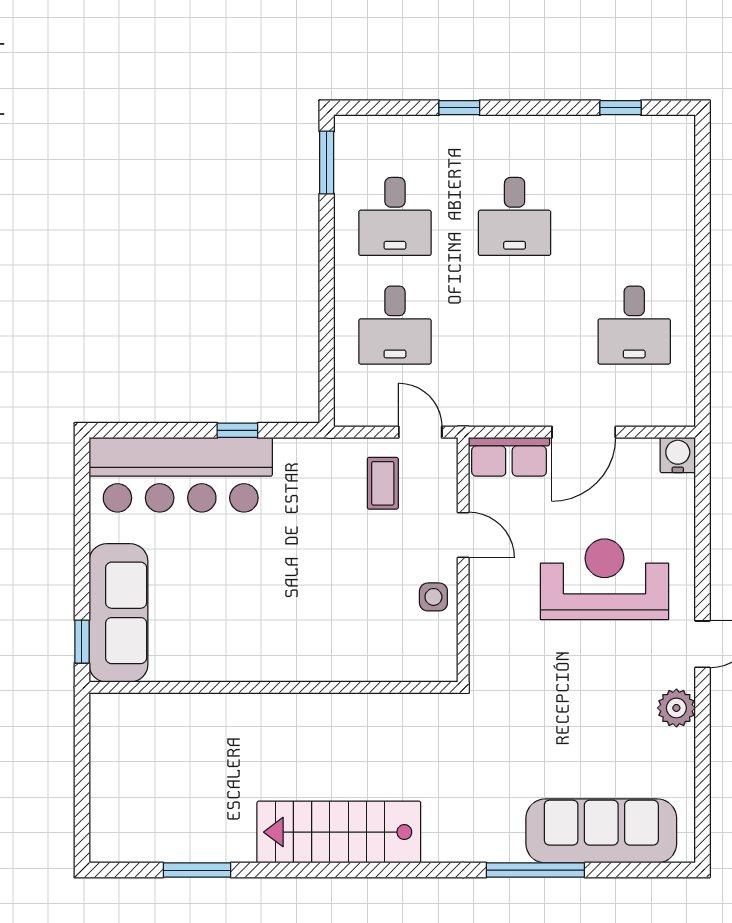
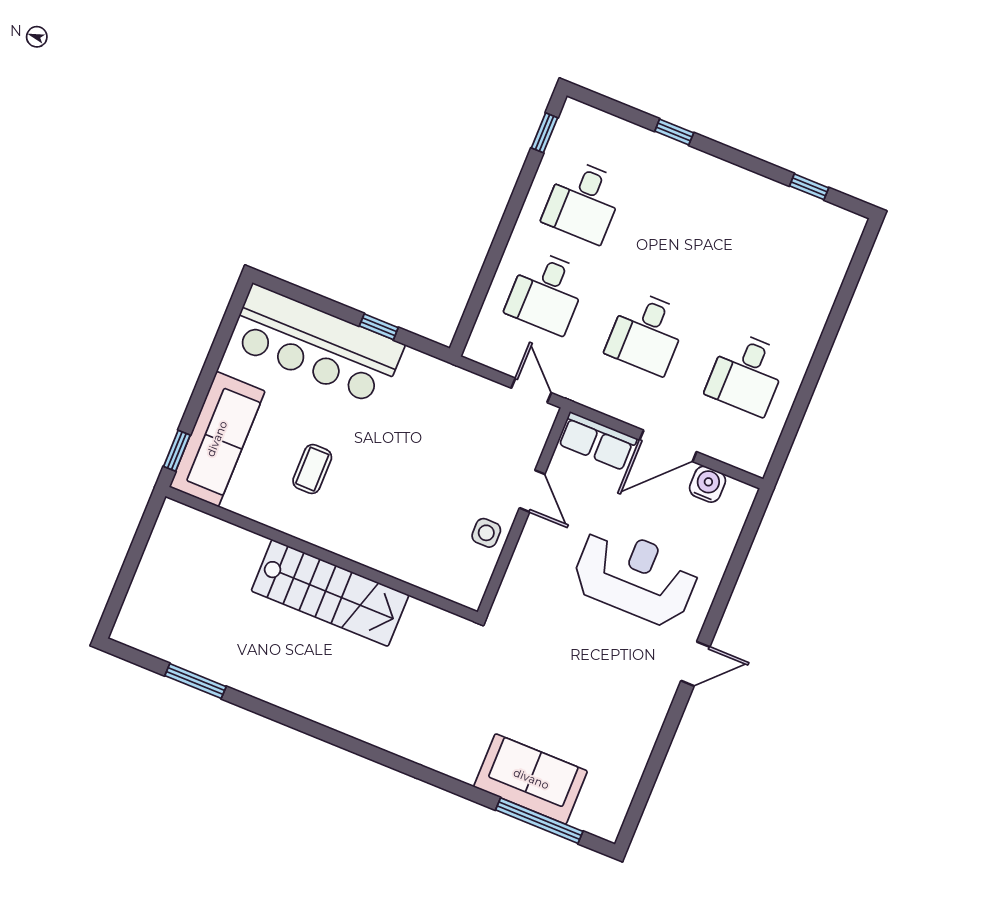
window: (327, 162) -> (545, 133), width x0.67
desk: (515, 216) -> (647, 333), moved
water cooler: (678, 455) -> (707, 484), moved
coffee table: (383, 483) -> (312, 469), moved
plant: (676, 708) -> (652, 708), removed
sofa: (601, 831) -> (531, 779), width x0.73
stairs: (339, 832) -> (330, 593), moved, turned 180
window: (535, 870) -> (539, 821), moved

